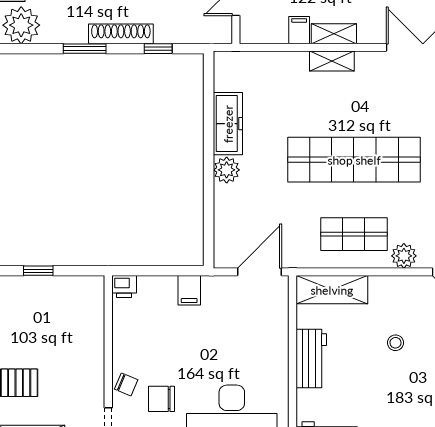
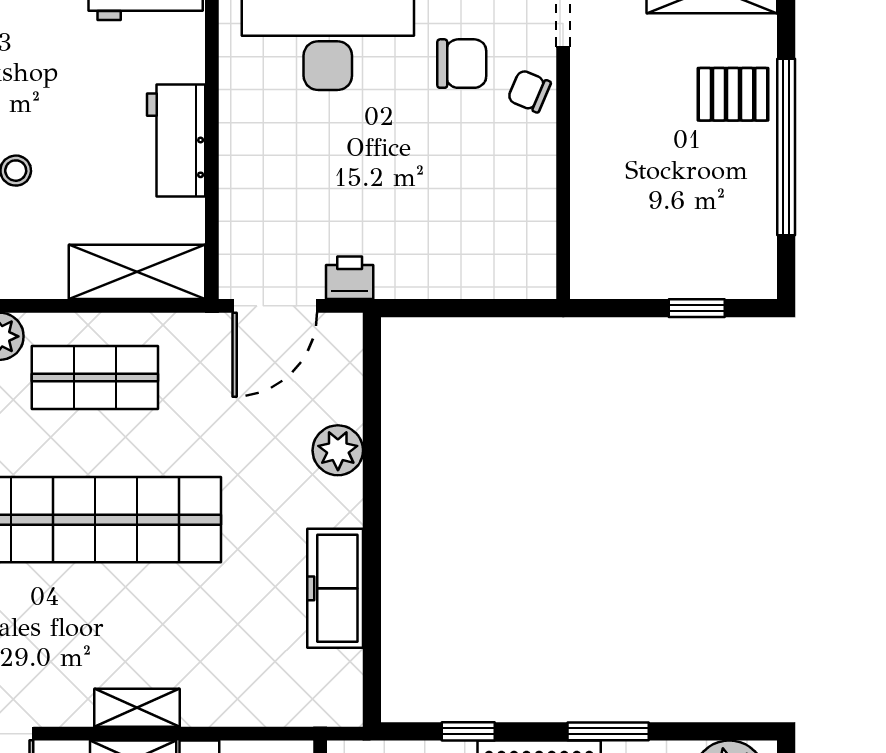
plant: (227, 170) -> (338, 450), moved
printer: (124, 287) -> (350, 278), moved
filing cabinet: (189, 290) -> (409, 271), removed

